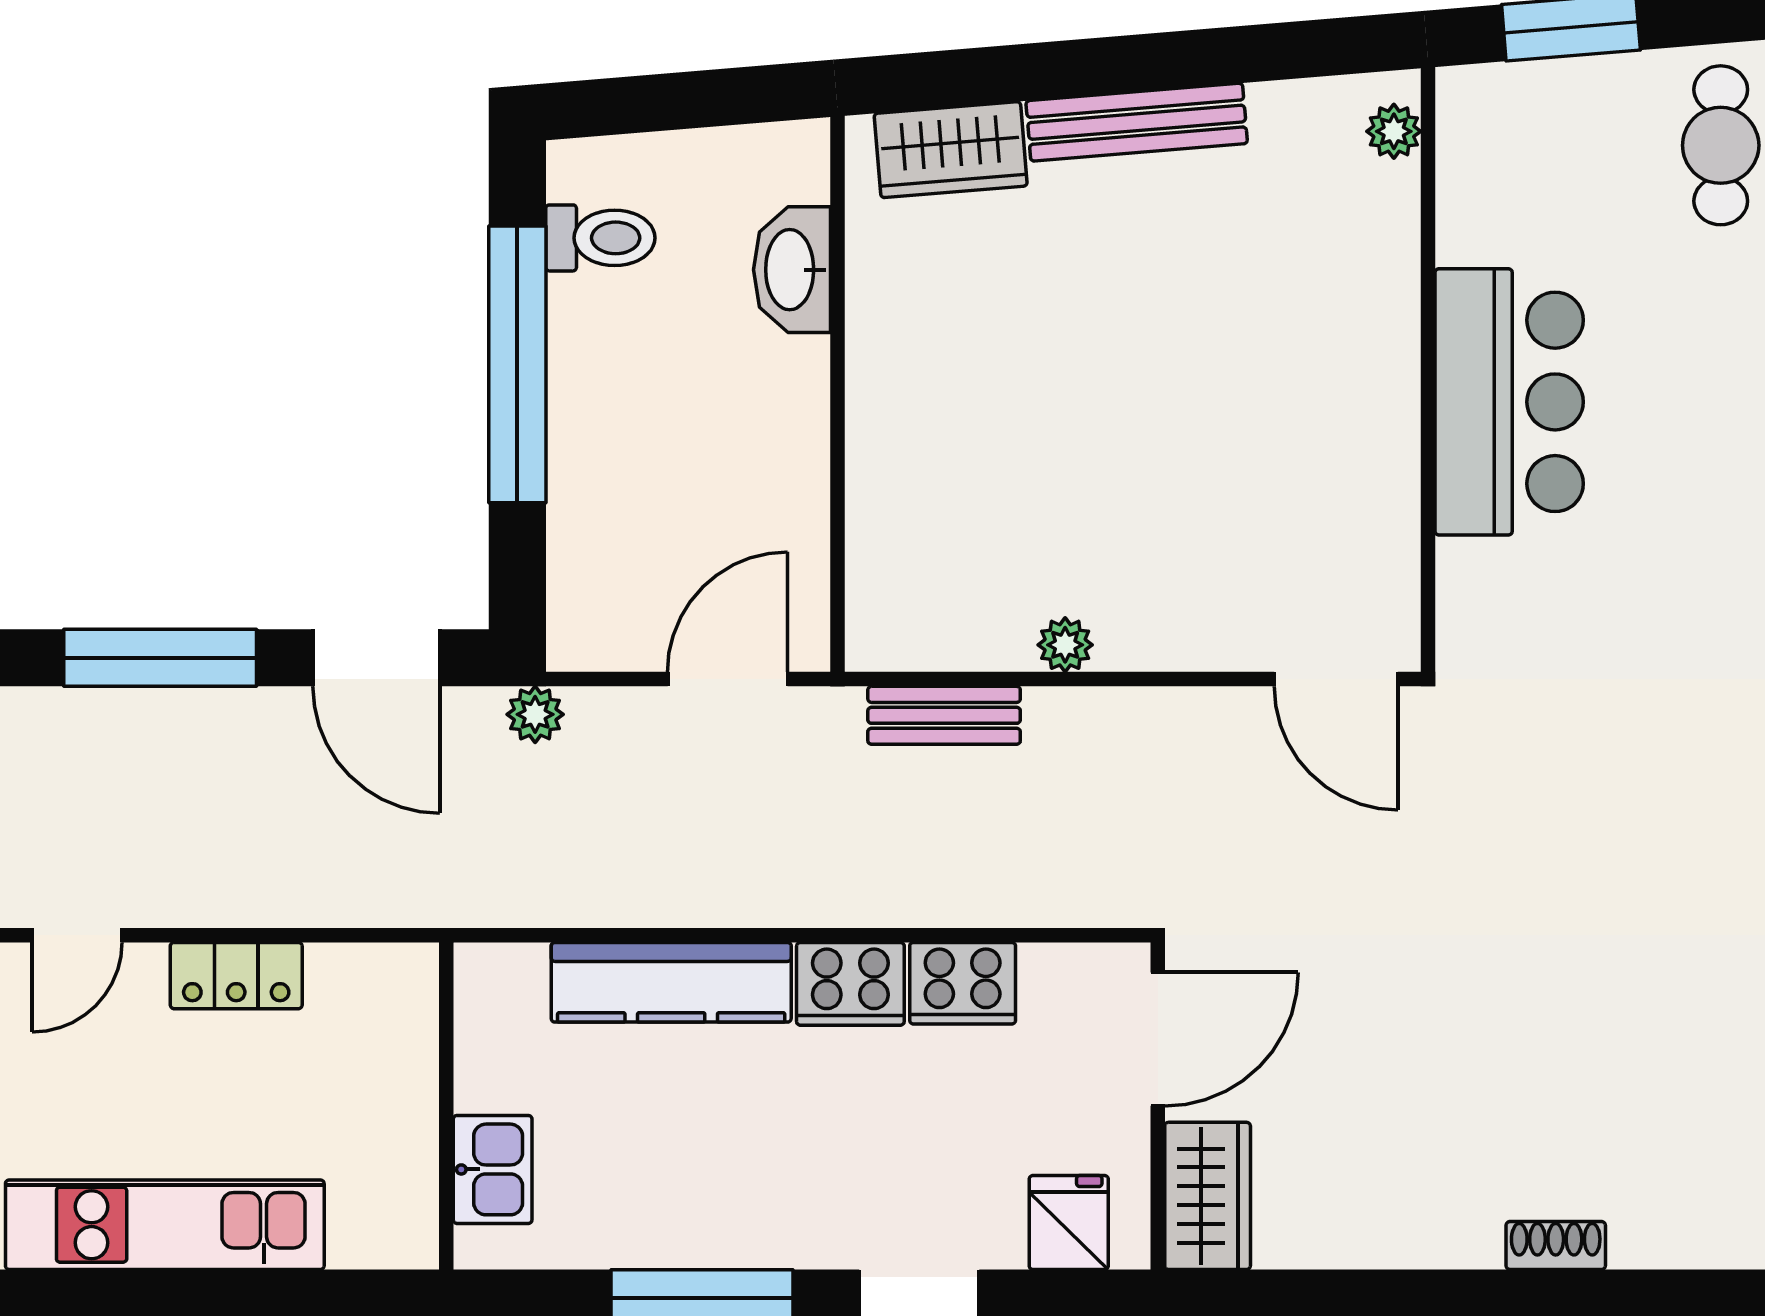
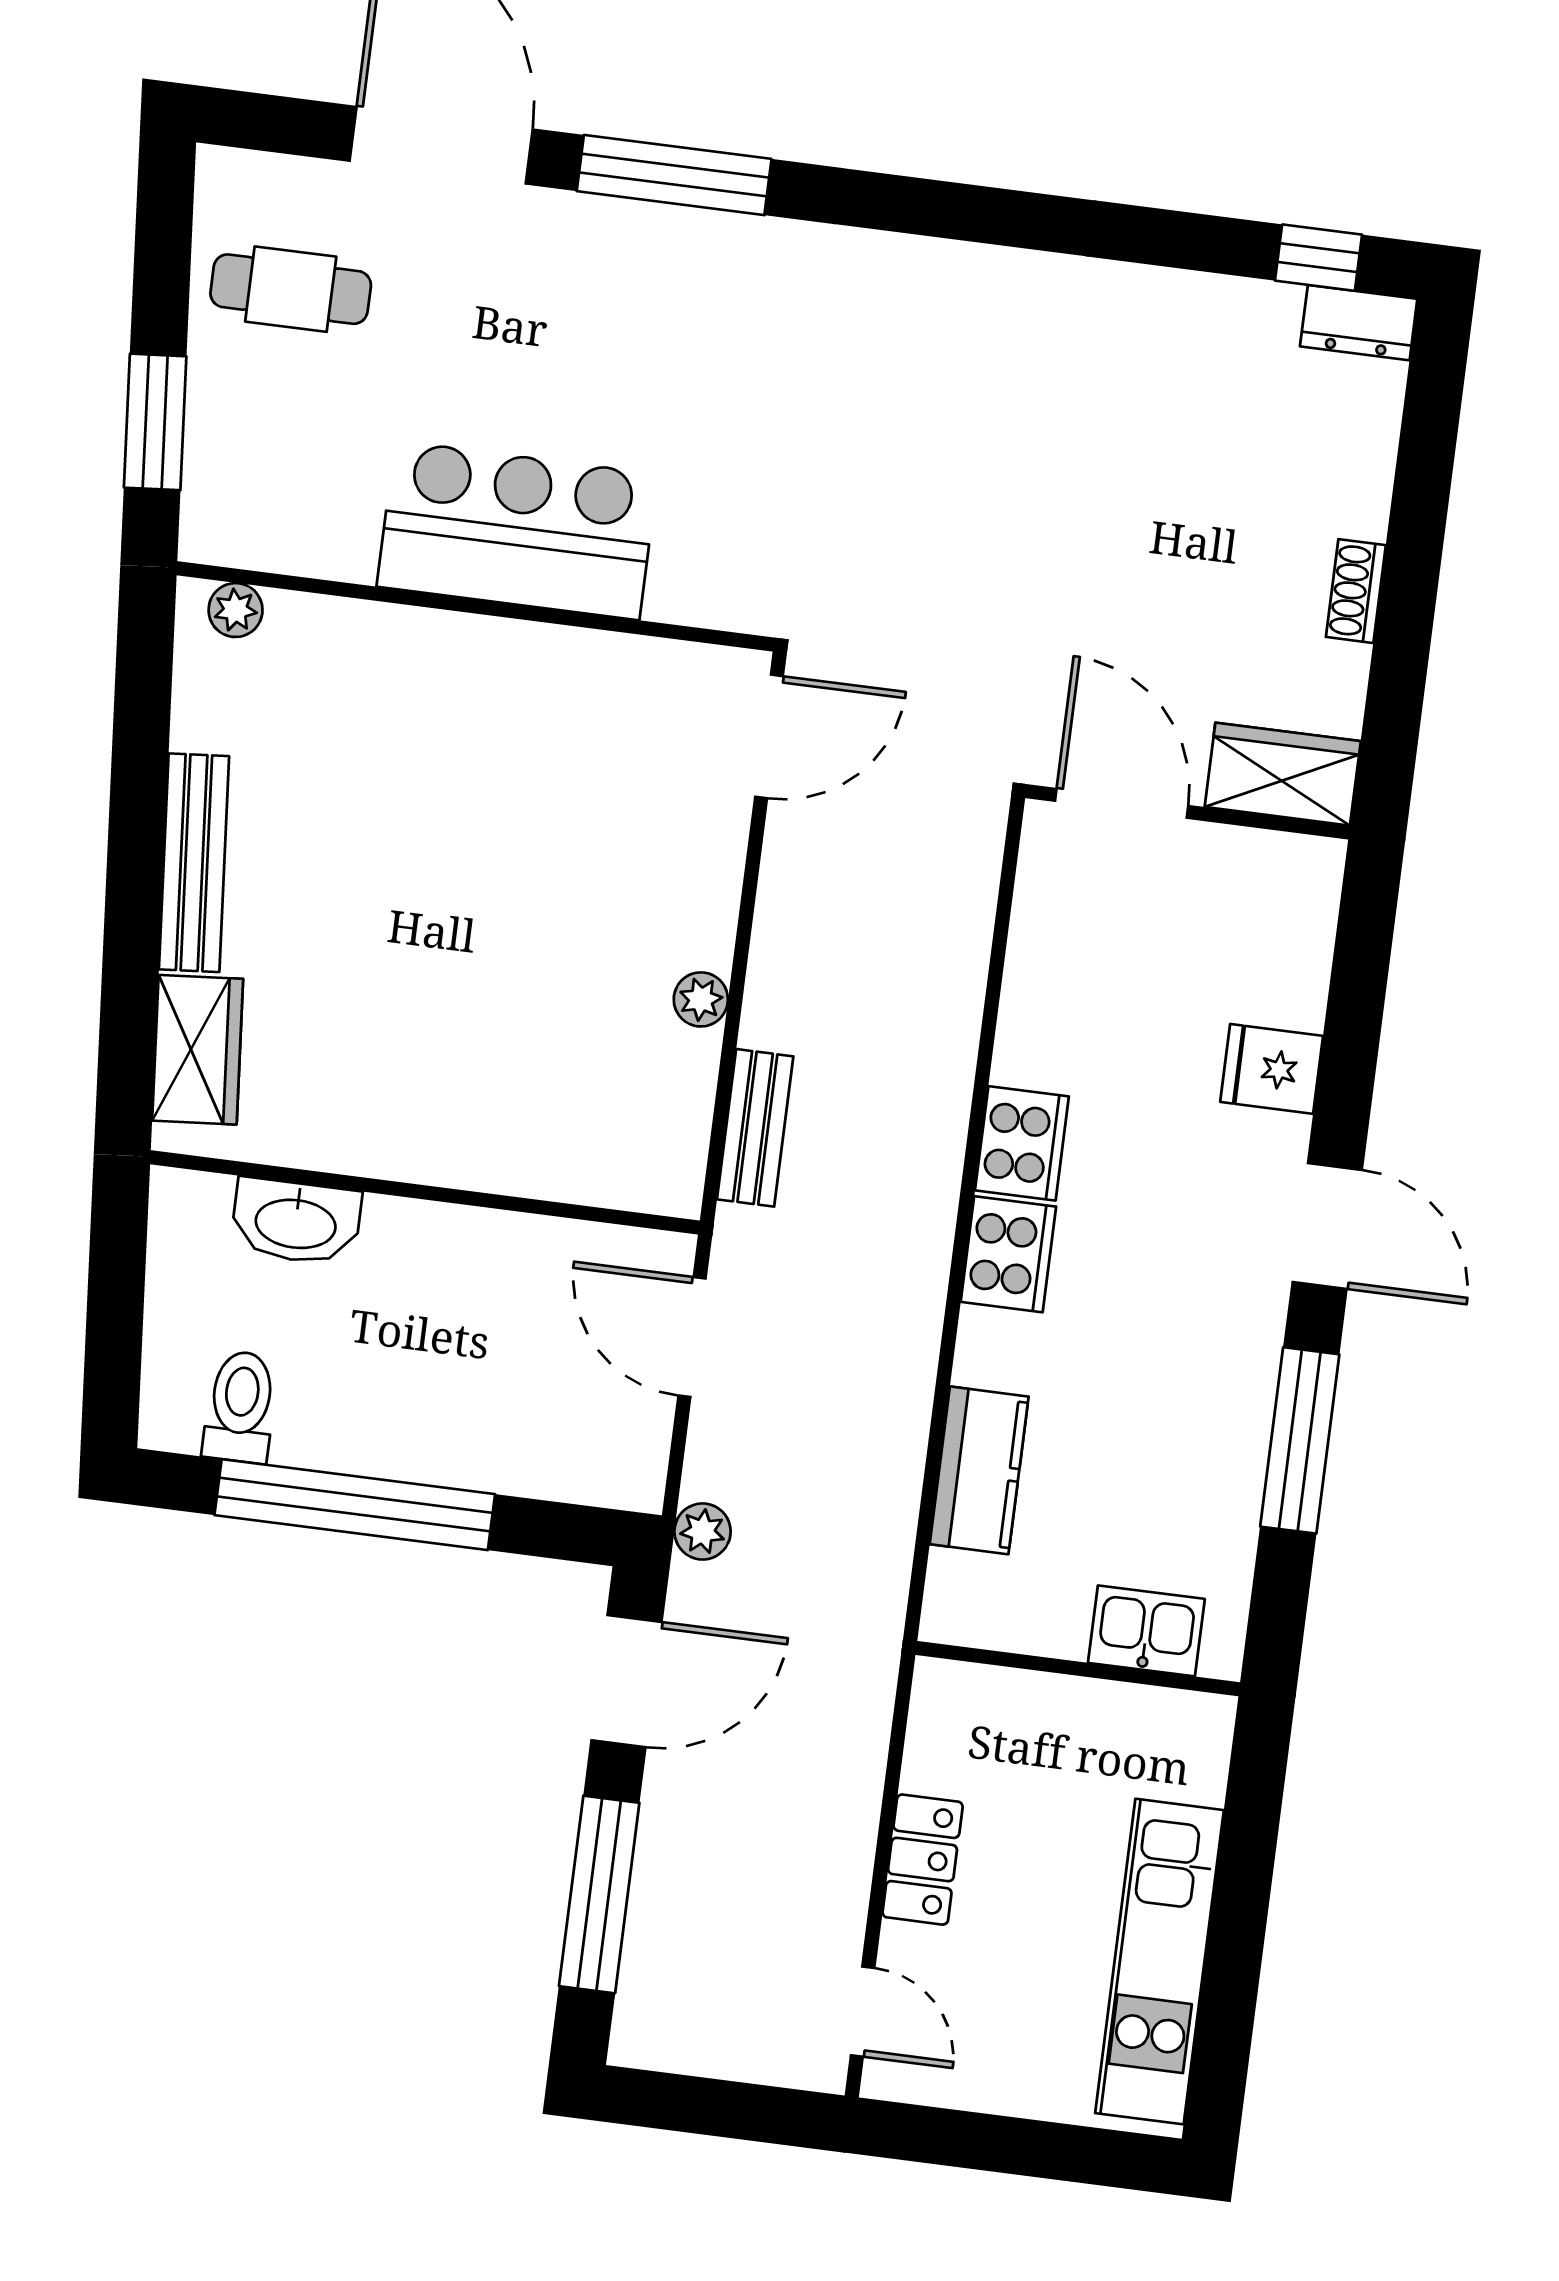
kitchen counter: (671, 982) -> (979, 1470), width x0.67
door: (1158, 1039) -> (1122, 803), moved
wall: (1158, 1106) -> (1188, 812), moved
wardrobe: (1208, 1196) -> (1283, 774), moved

